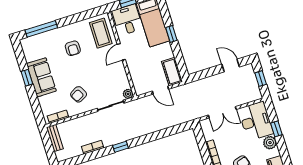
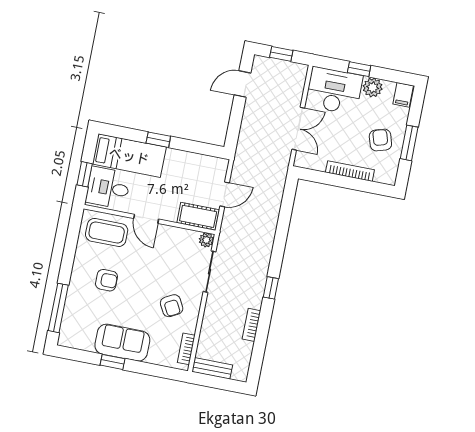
cot: (172, 72) -> (198, 216), moved

